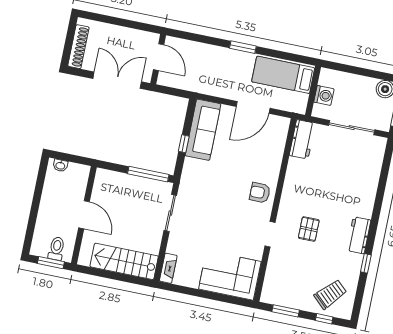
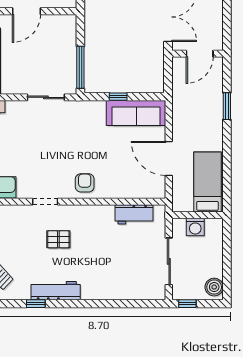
window: (243, 47) -> (227, 106), moved
workbench: (302, 139) -> (134, 214), moved
workbench: (359, 235) -> (56, 291), width x1.38

